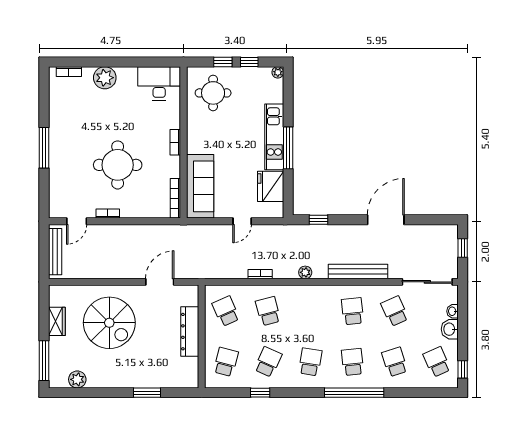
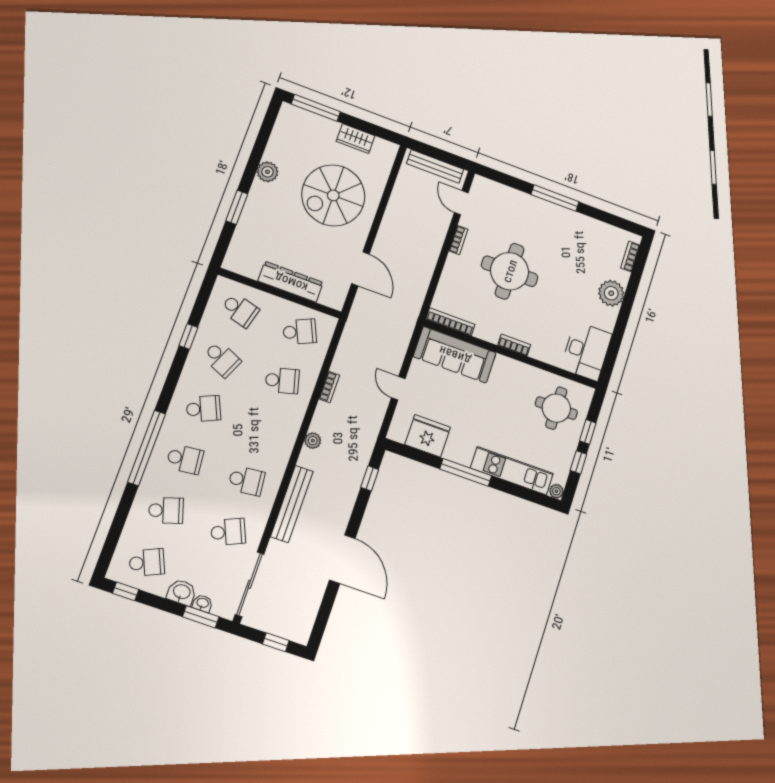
kitchen unit: (274, 137) -> (512, 471), moved
window: (463, 309) -> (201, 617), added
school desk: (310, 362) -> (203, 409), turned -33
plant: (77, 379) -> (267, 172), moved

